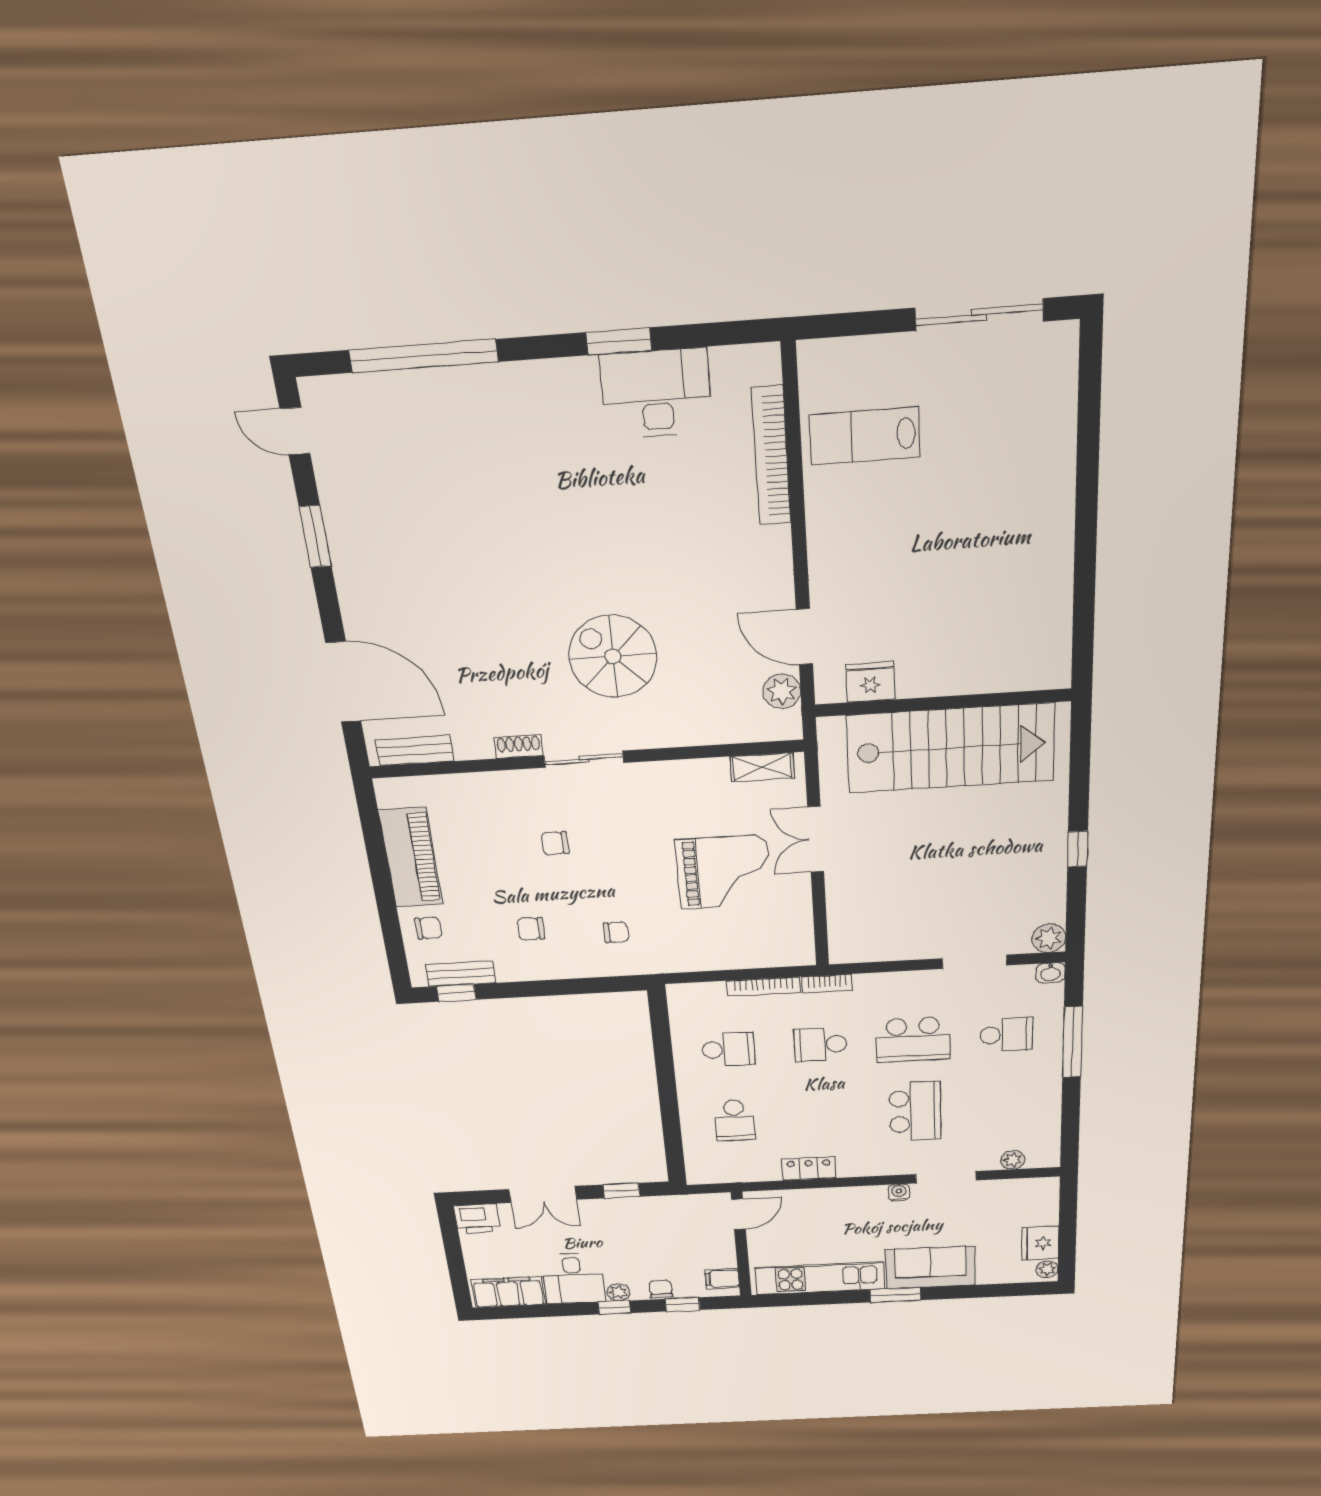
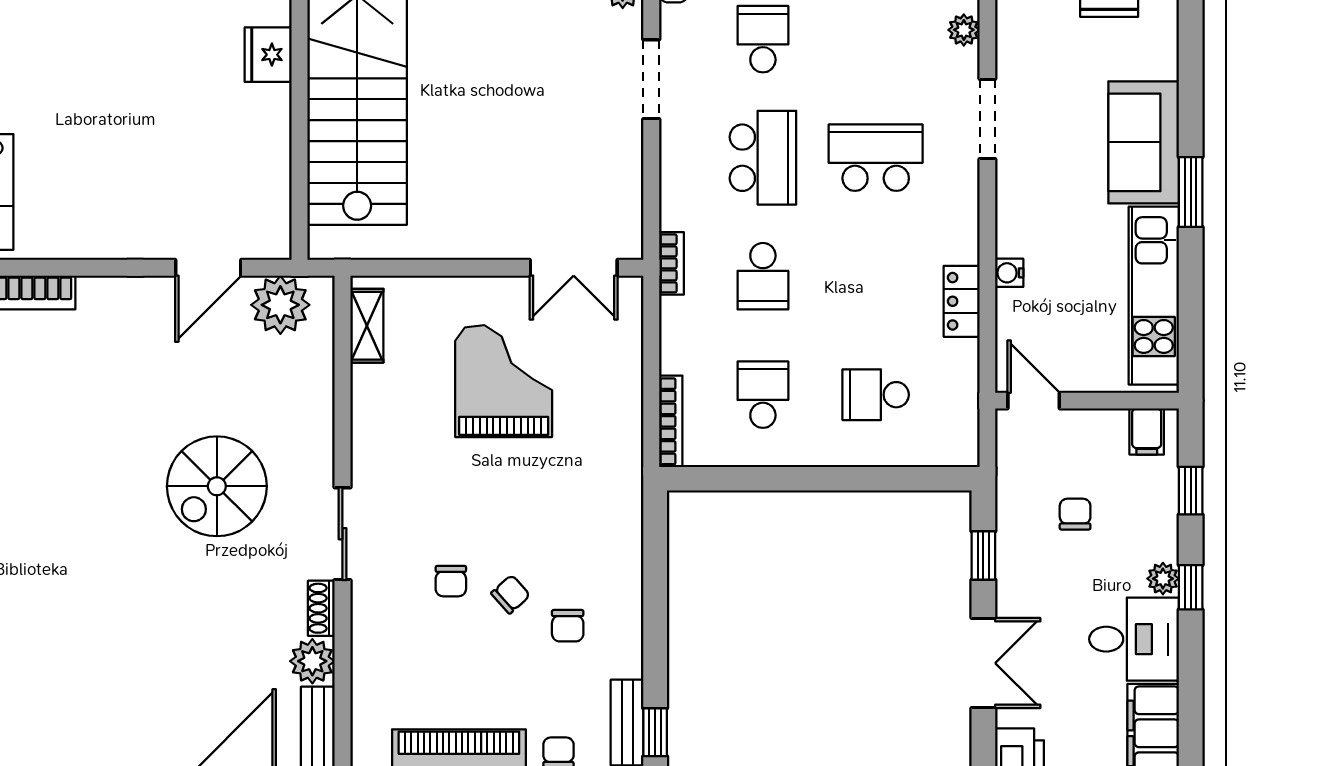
fridge: (870, 682) -> (268, 55), moved
plant: (782, 691) -> (280, 305), width x1.36, depth x1.36
plant: (473, 742) -> (312, 661), added
double door: (816, 839) -> (574, 268), moved
chair: (616, 932) -> (511, 594), moved, turned 48
bookcase: (764, 987) -> (671, 421), moved
school desk: (735, 1120) -> (876, 395), turned 180
water cooler: (899, 1192) -> (1009, 273), moved
chair: (661, 1289) -> (1075, 514), moved, turned 90

